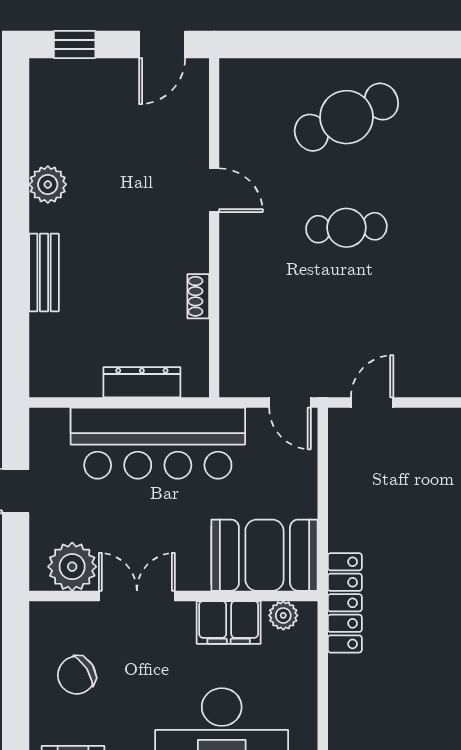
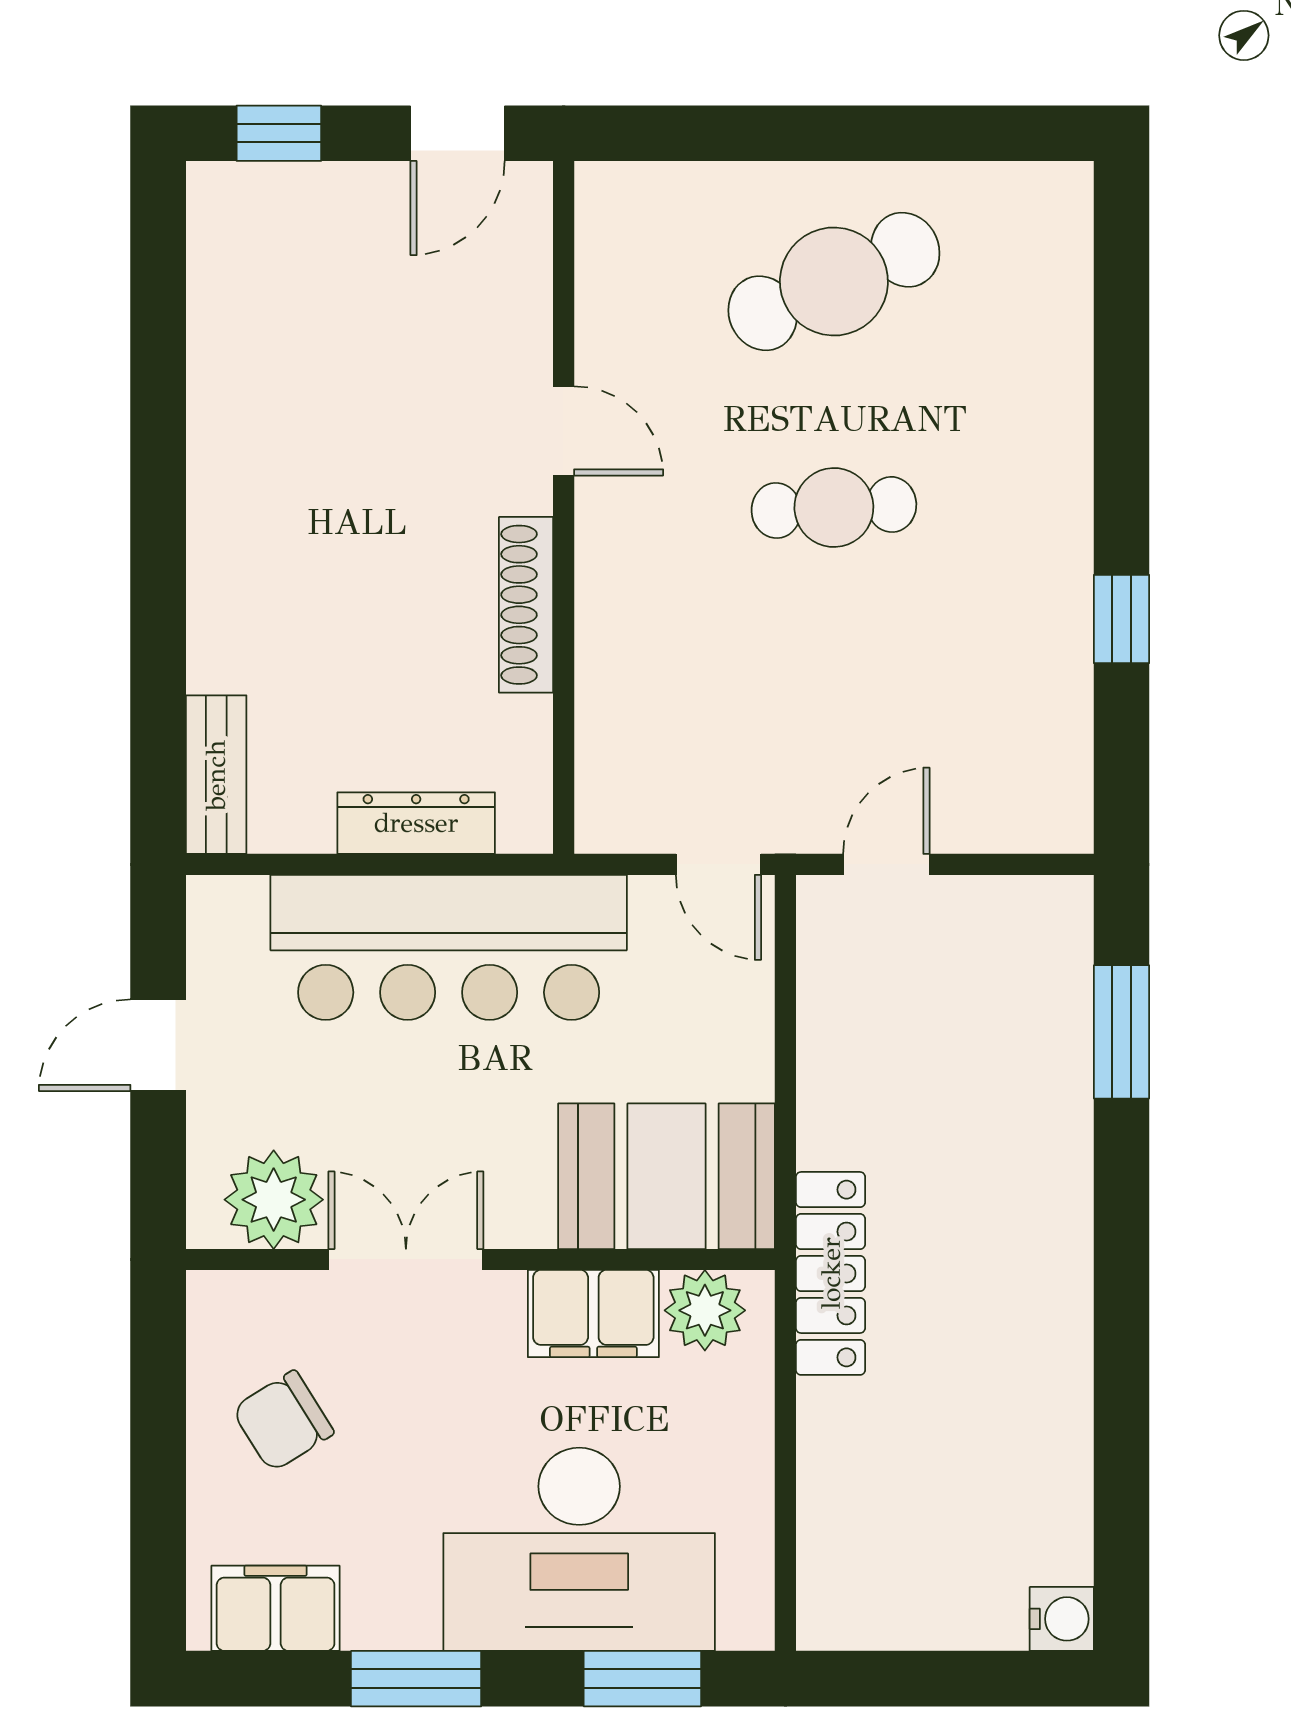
plant: (48, 184) -> (224, 419), removed
bench: (44, 272) -> (216, 775), moved
shoe rack: (198, 296) -> (526, 605), width x1.94, depth x1.24
plant: (283, 615) -> (705, 1310), width x1.38, depth x1.38

